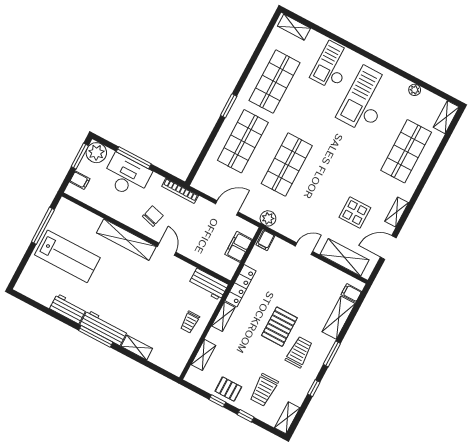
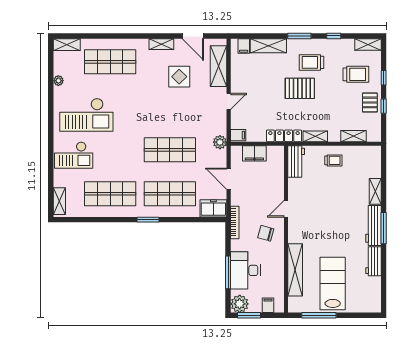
freezer: (205, 177) -> (213, 208), added
shelving: (126, 240) -> (295, 270), moved
door: (304, 249) -> (229, 101), swing flipped

